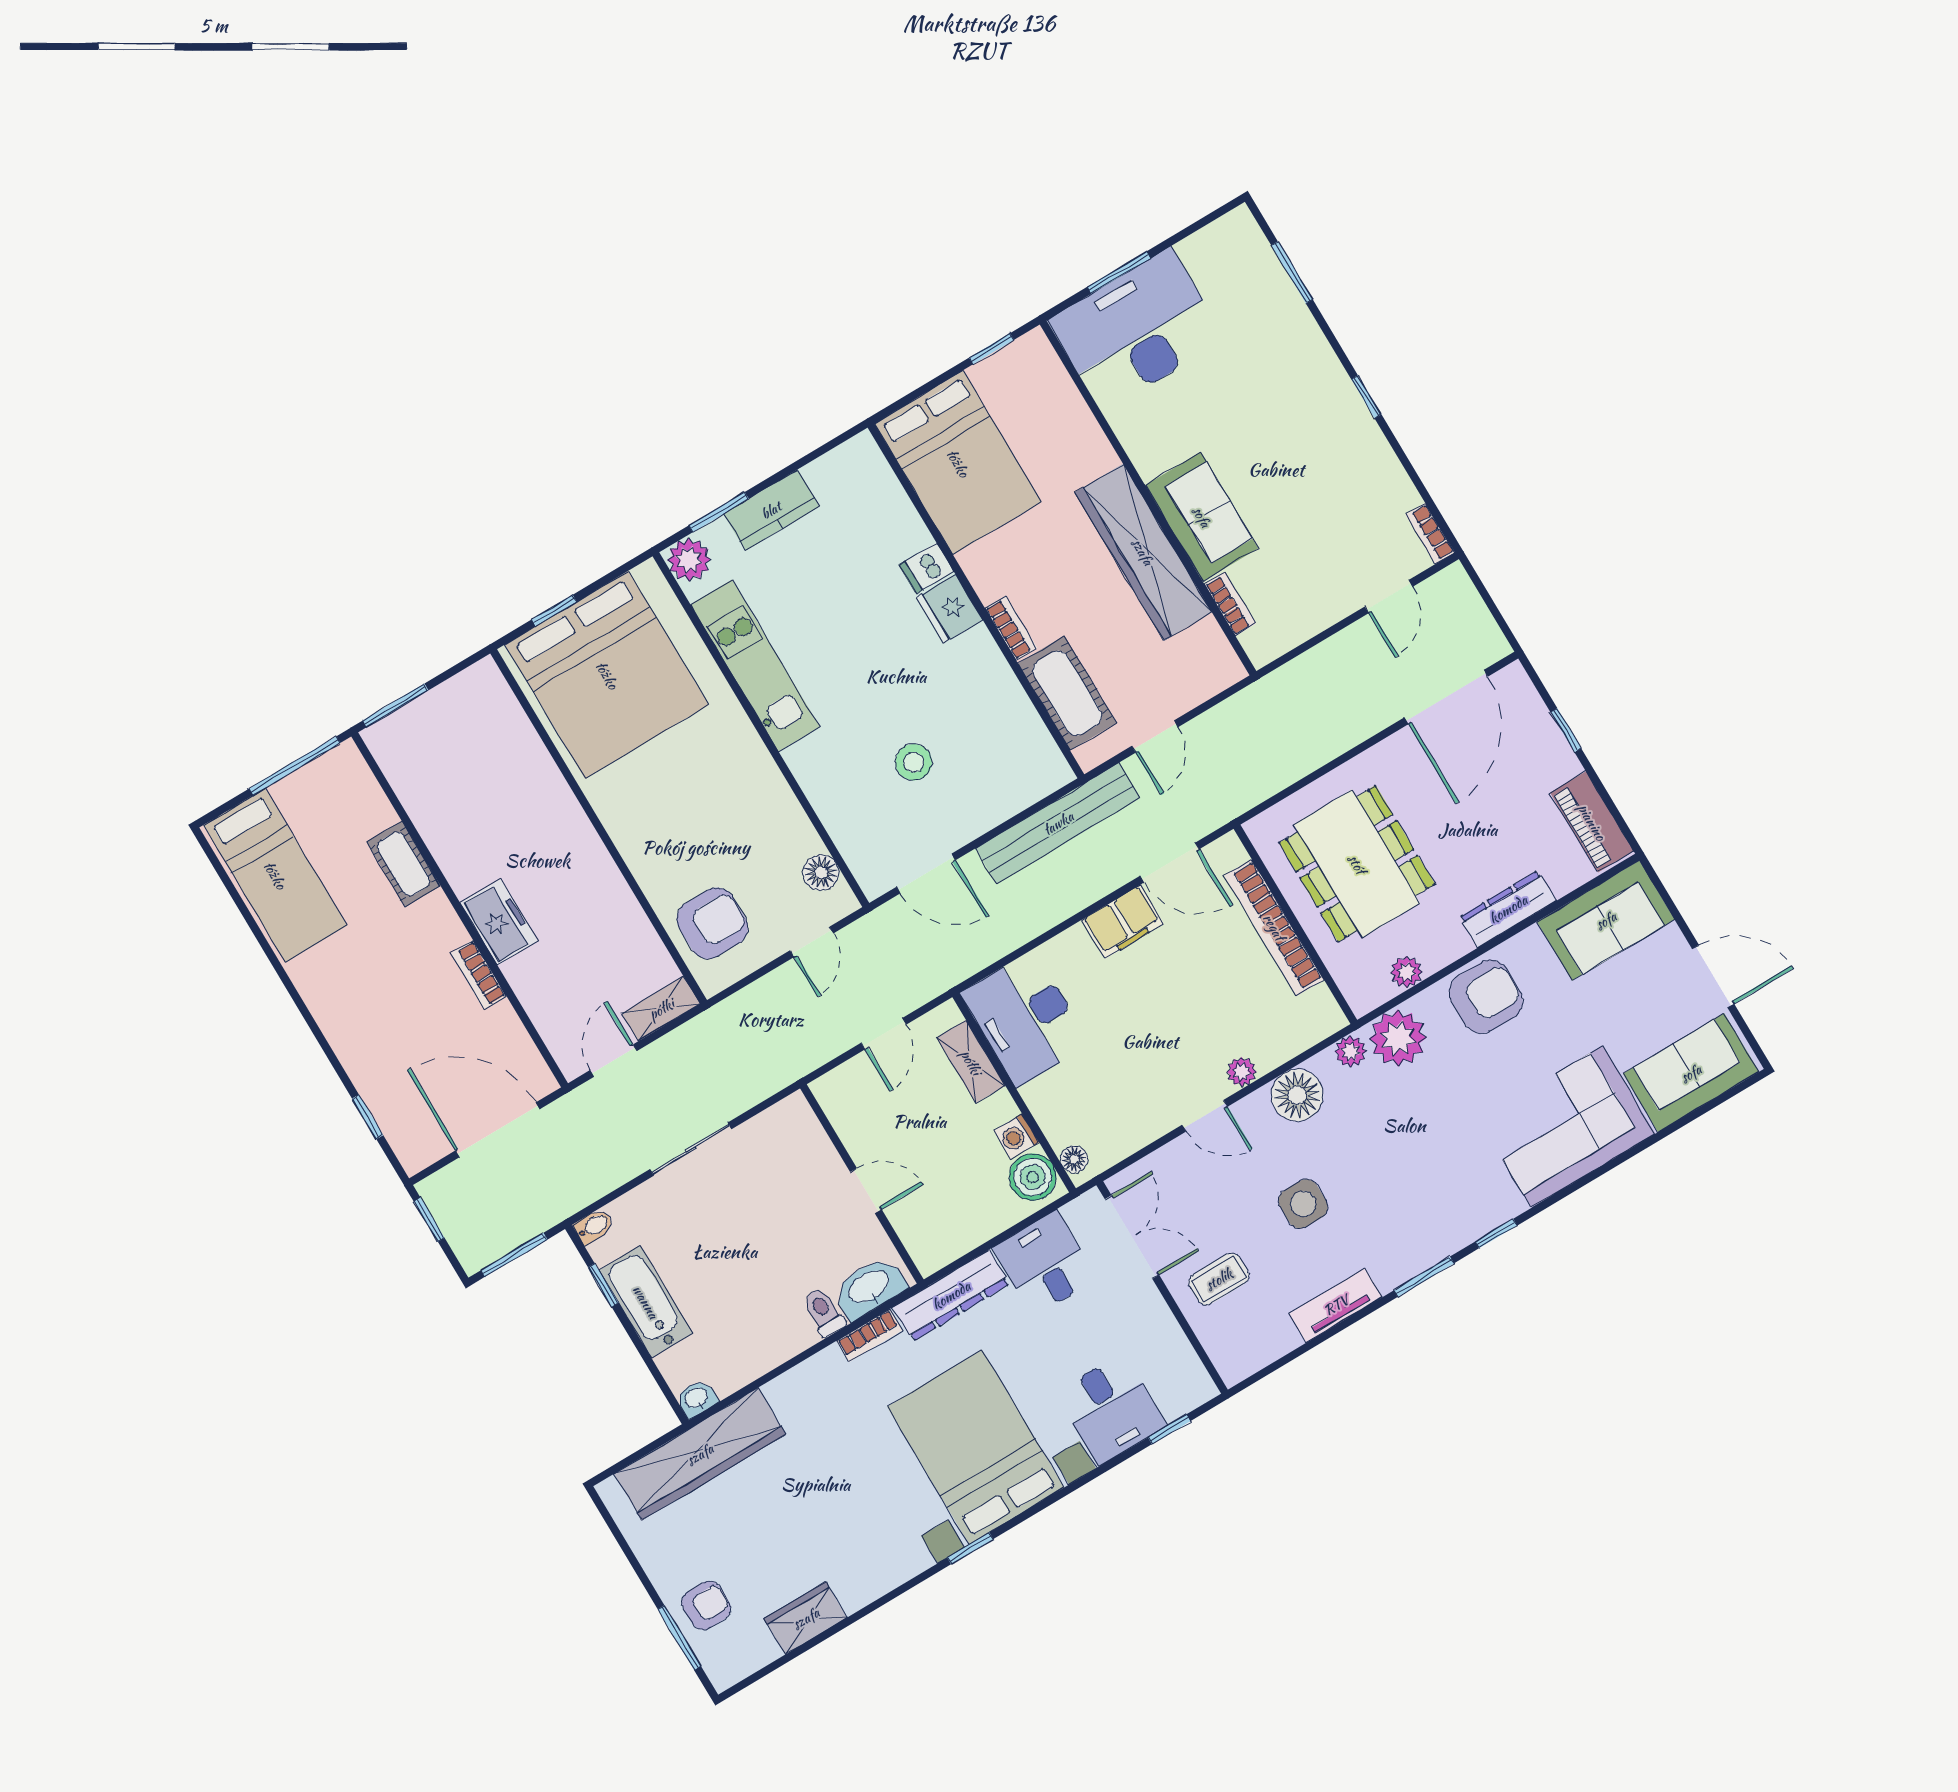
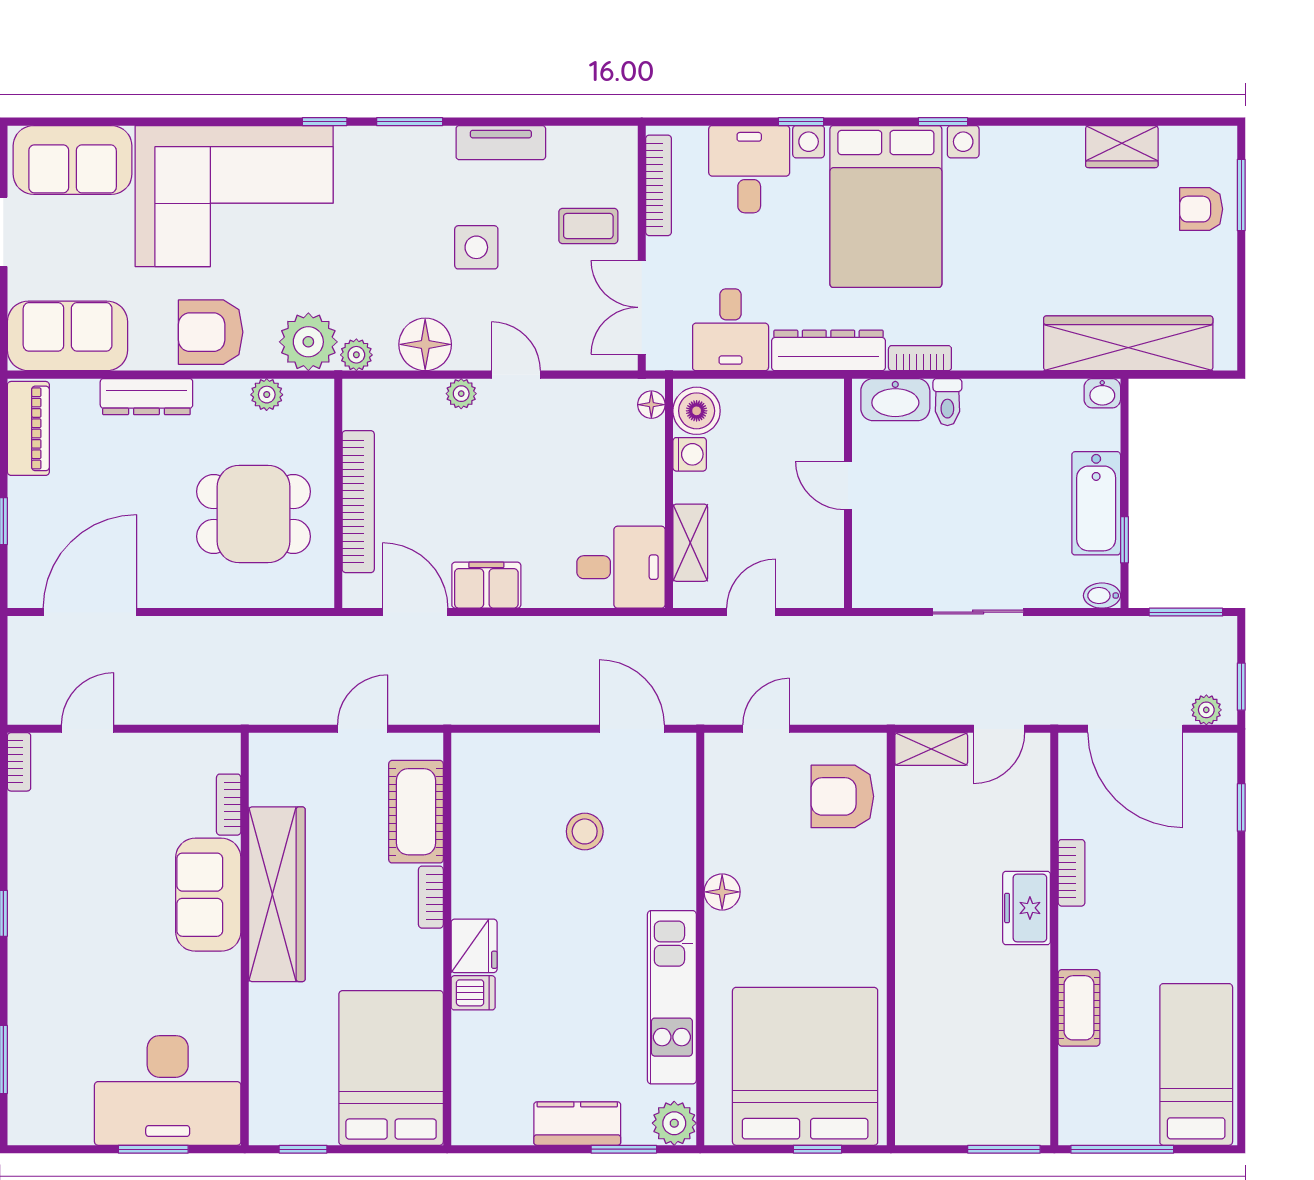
bench: (1058, 823) -> (492, 704), removed
dining table: (1357, 864) -> (254, 514), width x0.73
floor lamp: (821, 873) -> (722, 892), moved
desk: (1025, 1018) -> (621, 567), width x0.73
corner sofa: (1567, 1127) -> (234, 196), width x1.36, depth x1.36
plant: (447, 1182) -> (1206, 710), added
bookcase: (1180, 1349) -> (659, 185), added
window: (1169, 1429) -> (801, 122), moved

